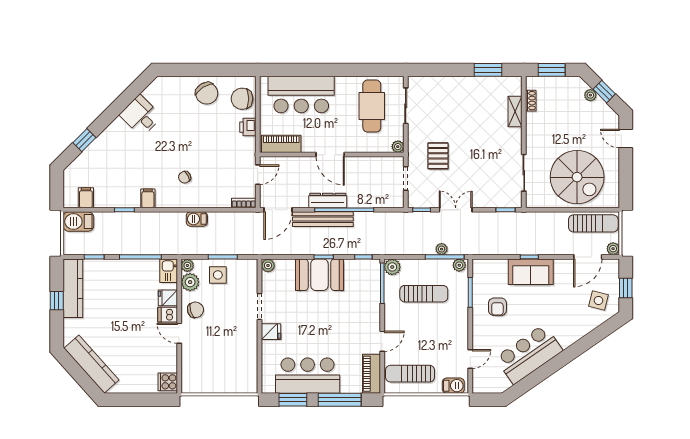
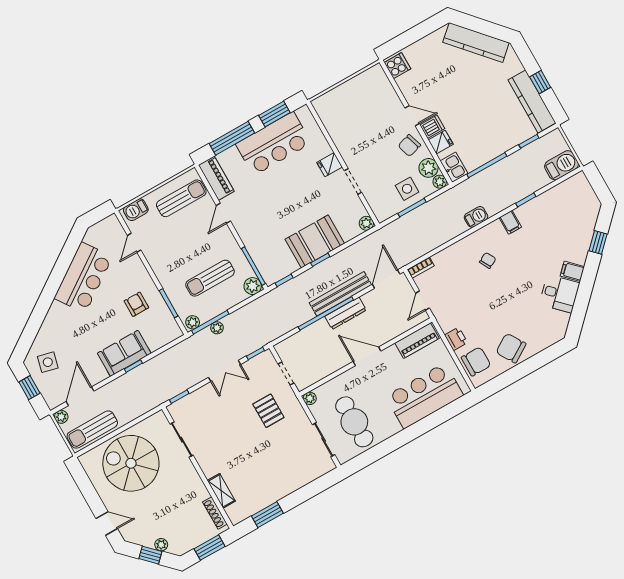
shoe rack: (531, 101) -> (215, 513), width x1.43
filing cabinet: (86, 198) -> (572, 271), moved, turned 135
barbecue: (197, 219) -> (476, 217), moved

